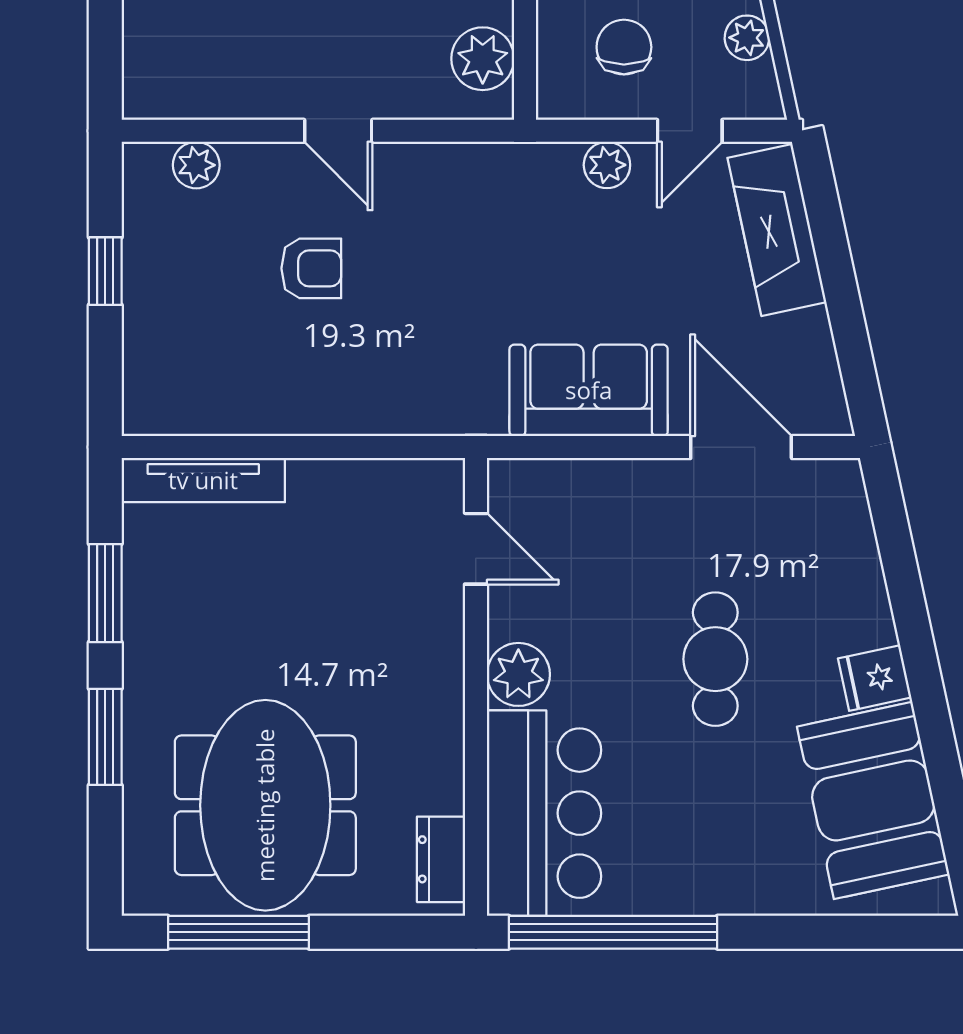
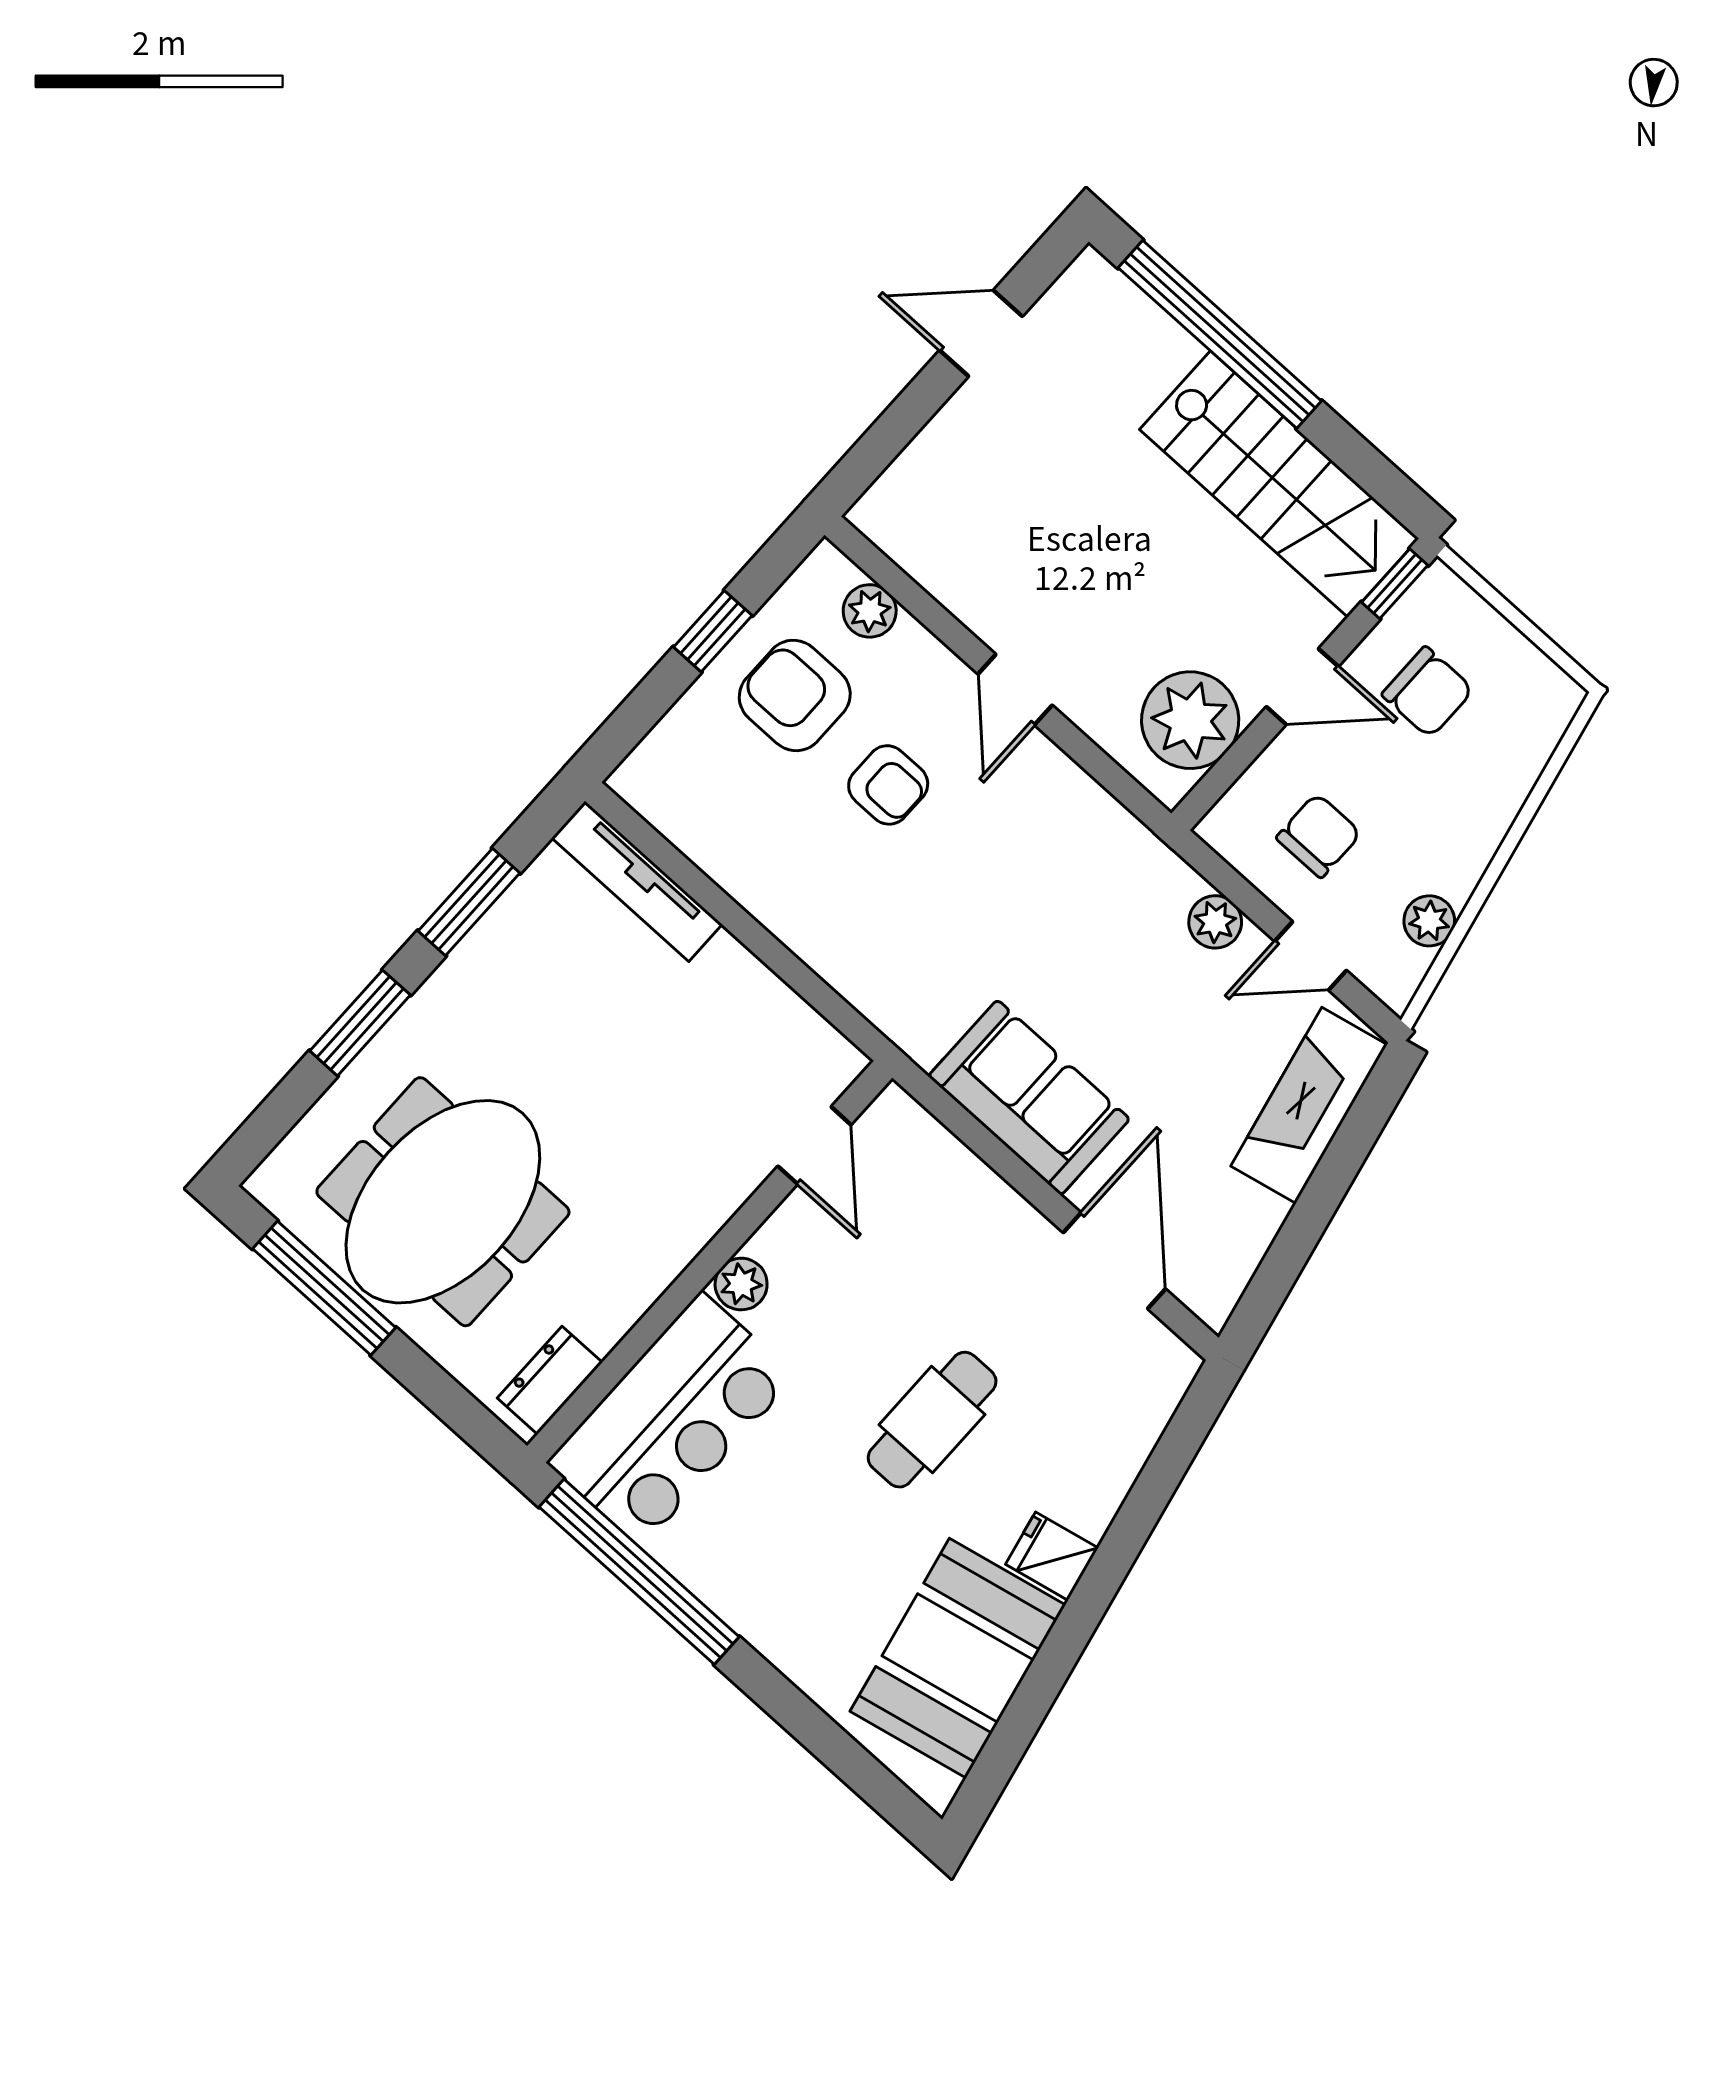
plant: (483, 59) -> (1190, 720), width x1.36, depth x1.36
armchair: (197, 265) -> (795, 695), added
plant: (518, 674) -> (741, 1284), width x0.73, depth x0.73

